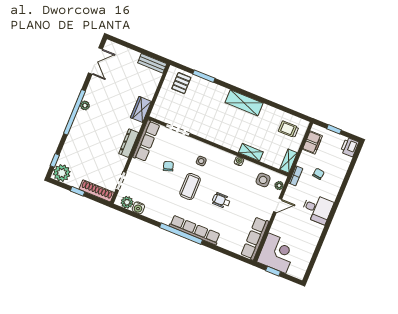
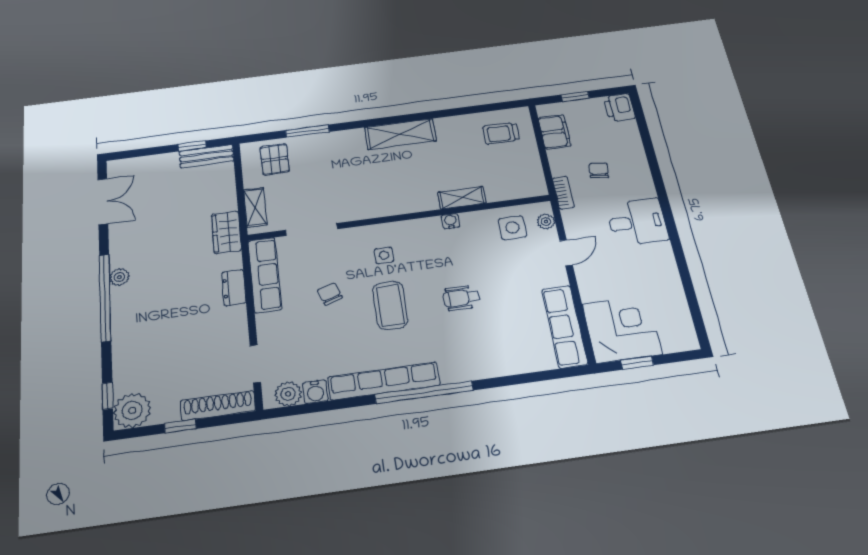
window: (149, 54) -> (192, 146), added
dresser: (129, 143) -> (234, 288), width x0.70
shelving: (288, 161) -> (255, 207), moved
row of seats: (195, 230) -> (384, 381), moved

